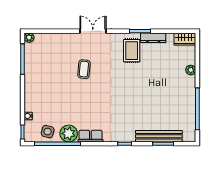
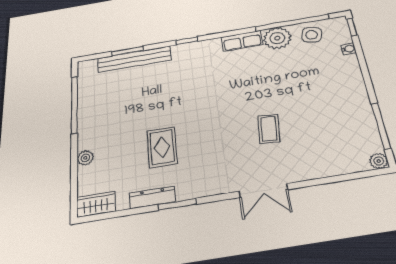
rug: (132, 51) -> (162, 147), moved

